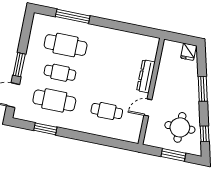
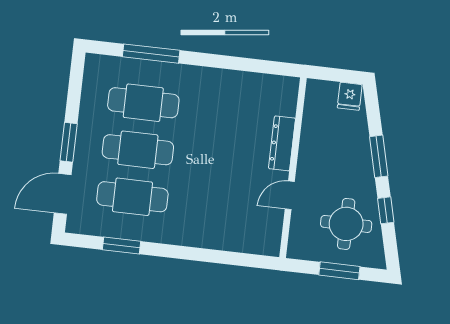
cafe table: (60, 73) -> (138, 150), width x1.37, depth x1.35
cafe table: (107, 111) -> (222, 207), removed
window: (205, 134) -> (386, 210), moved

